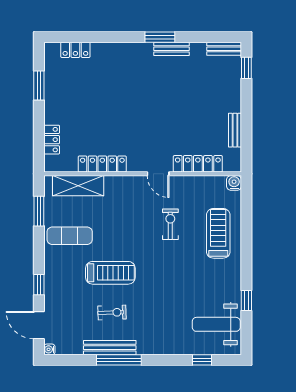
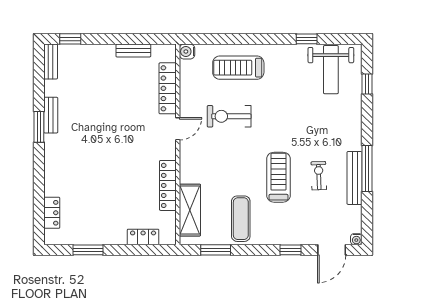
exercise bike: (170, 224) -> (229, 116), width x1.38, depth x1.39

